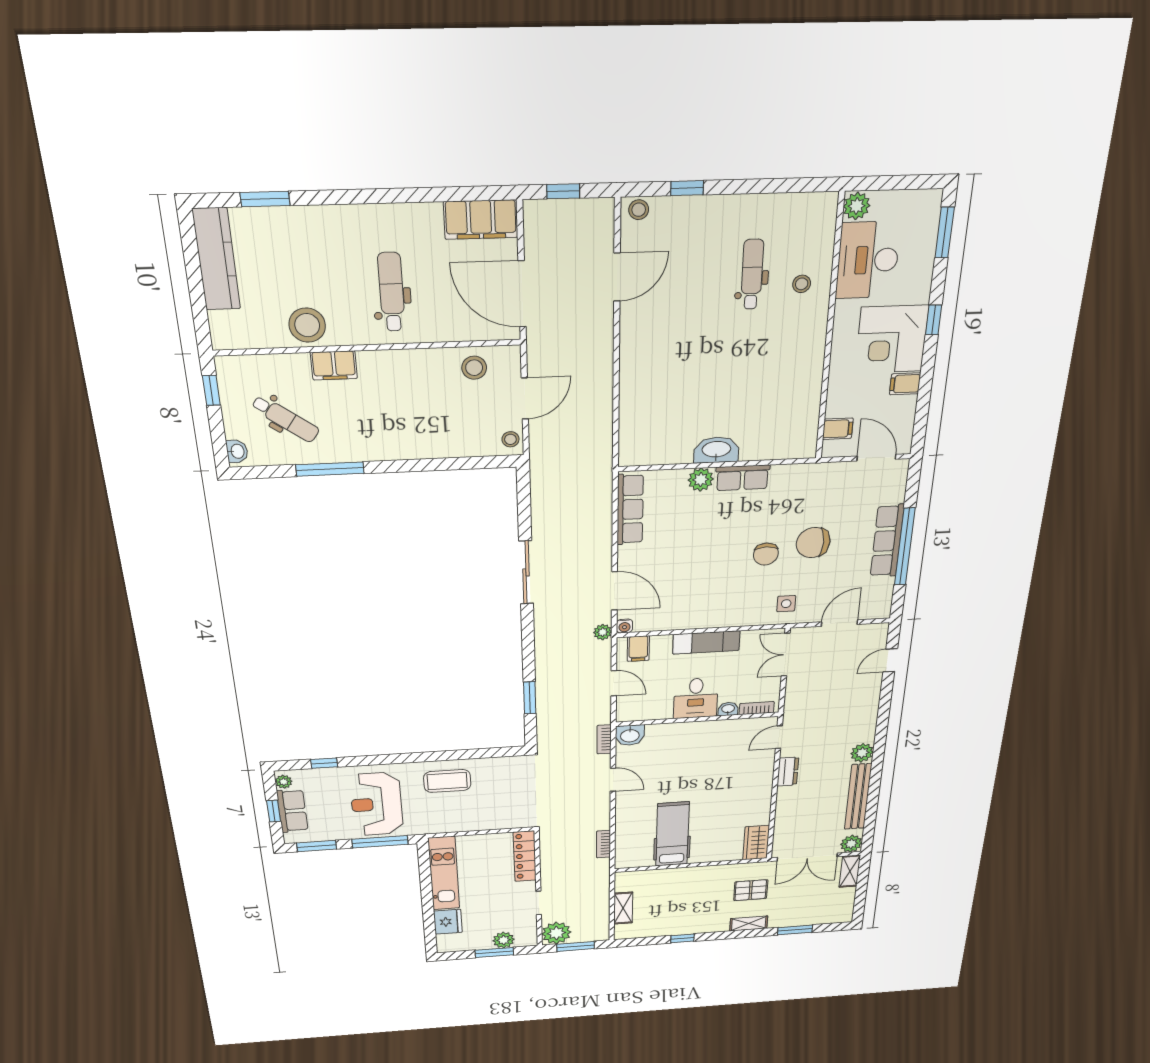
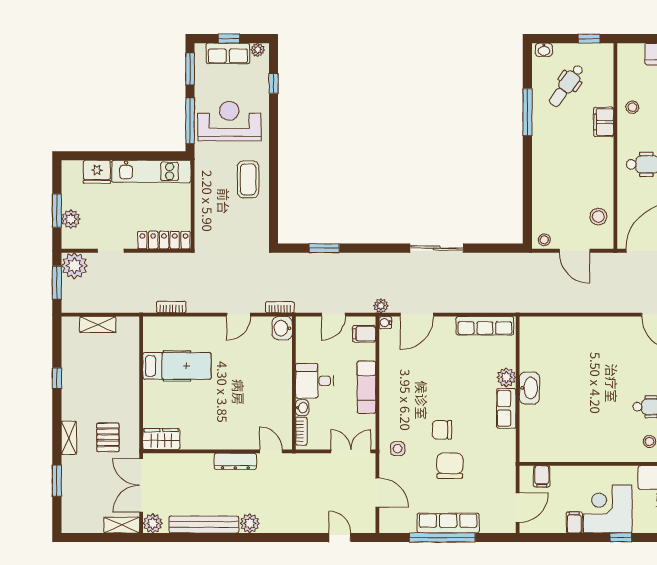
stool: (307, 325) -> (632, 107), width x0.53, depth x0.53
dresser: (788, 772) -> (235, 461), width x1.44

